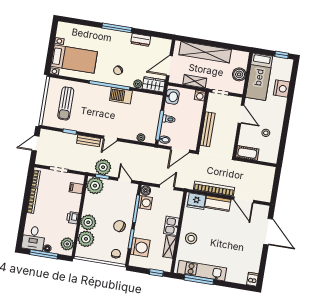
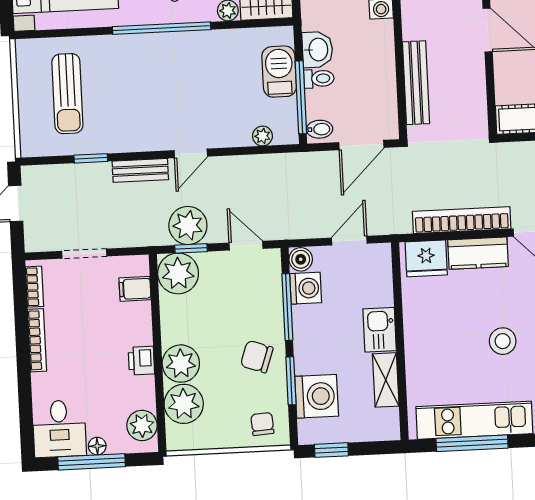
barbecue: (121, 96) -> (279, 72), moved, turned 90
washbasin: (172, 97) -> (317, 50), moved
stool: (191, 238) -> (503, 341), moved
window: (156, 273) -> (331, 450), moved

